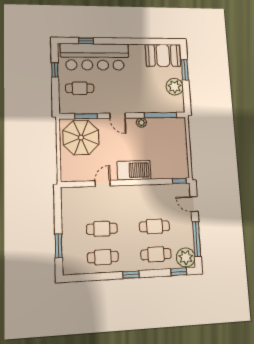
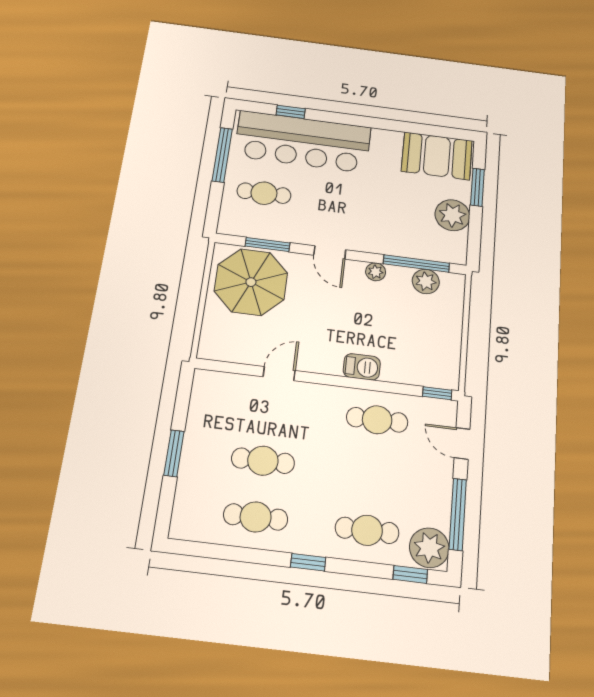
window: (55, 70) -> (222, 155), width x2.17
plant: (166, 124) -> (426, 281), added
barbecue: (134, 170) -> (362, 367), width x0.53, depth x0.65
cafe table: (154, 226) -> (377, 420), moved
window: (59, 246) -> (174, 453), moved

